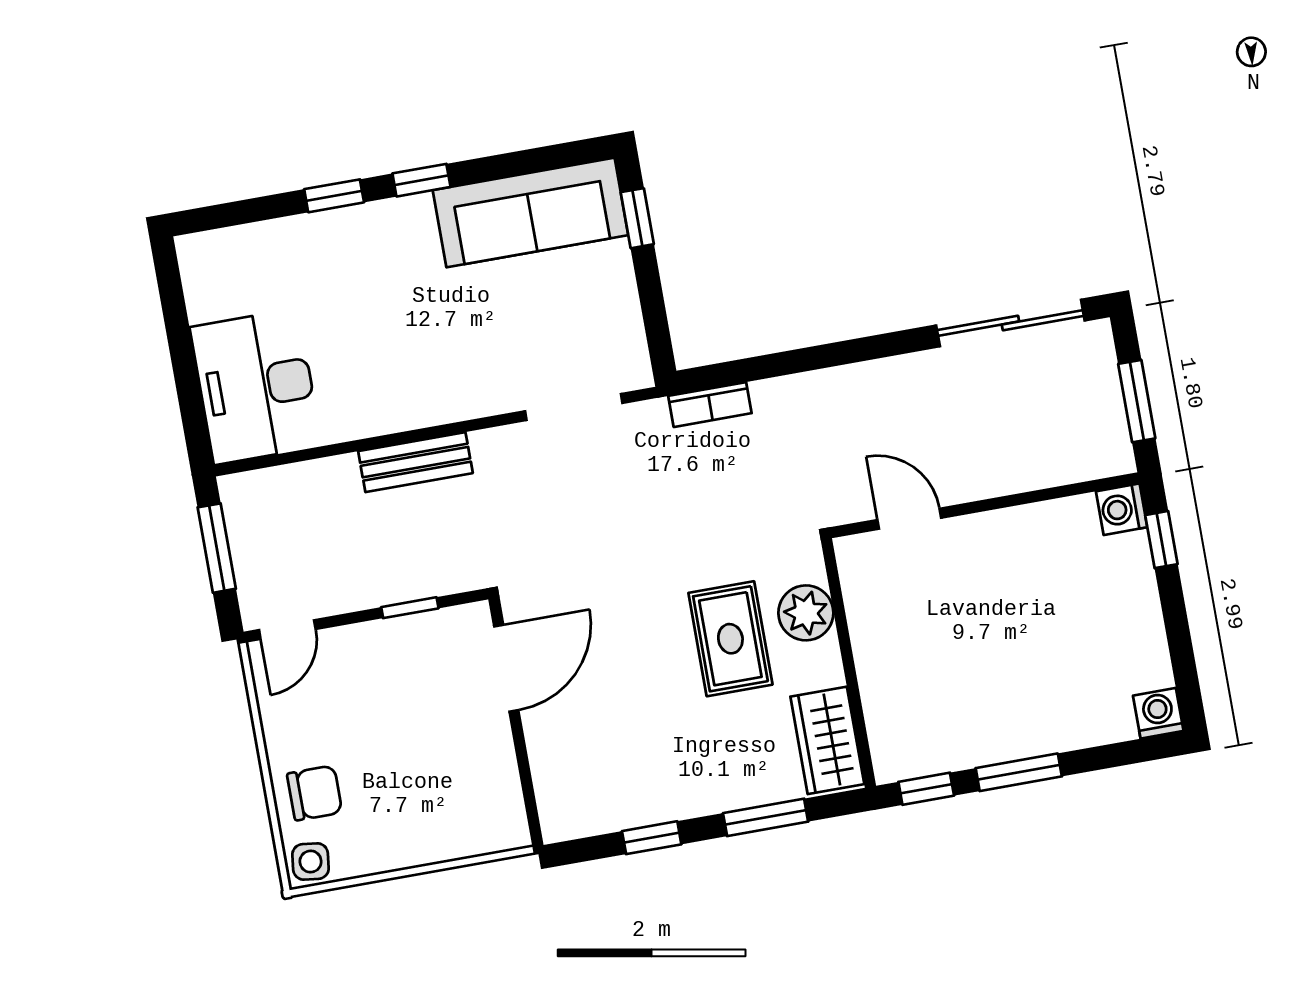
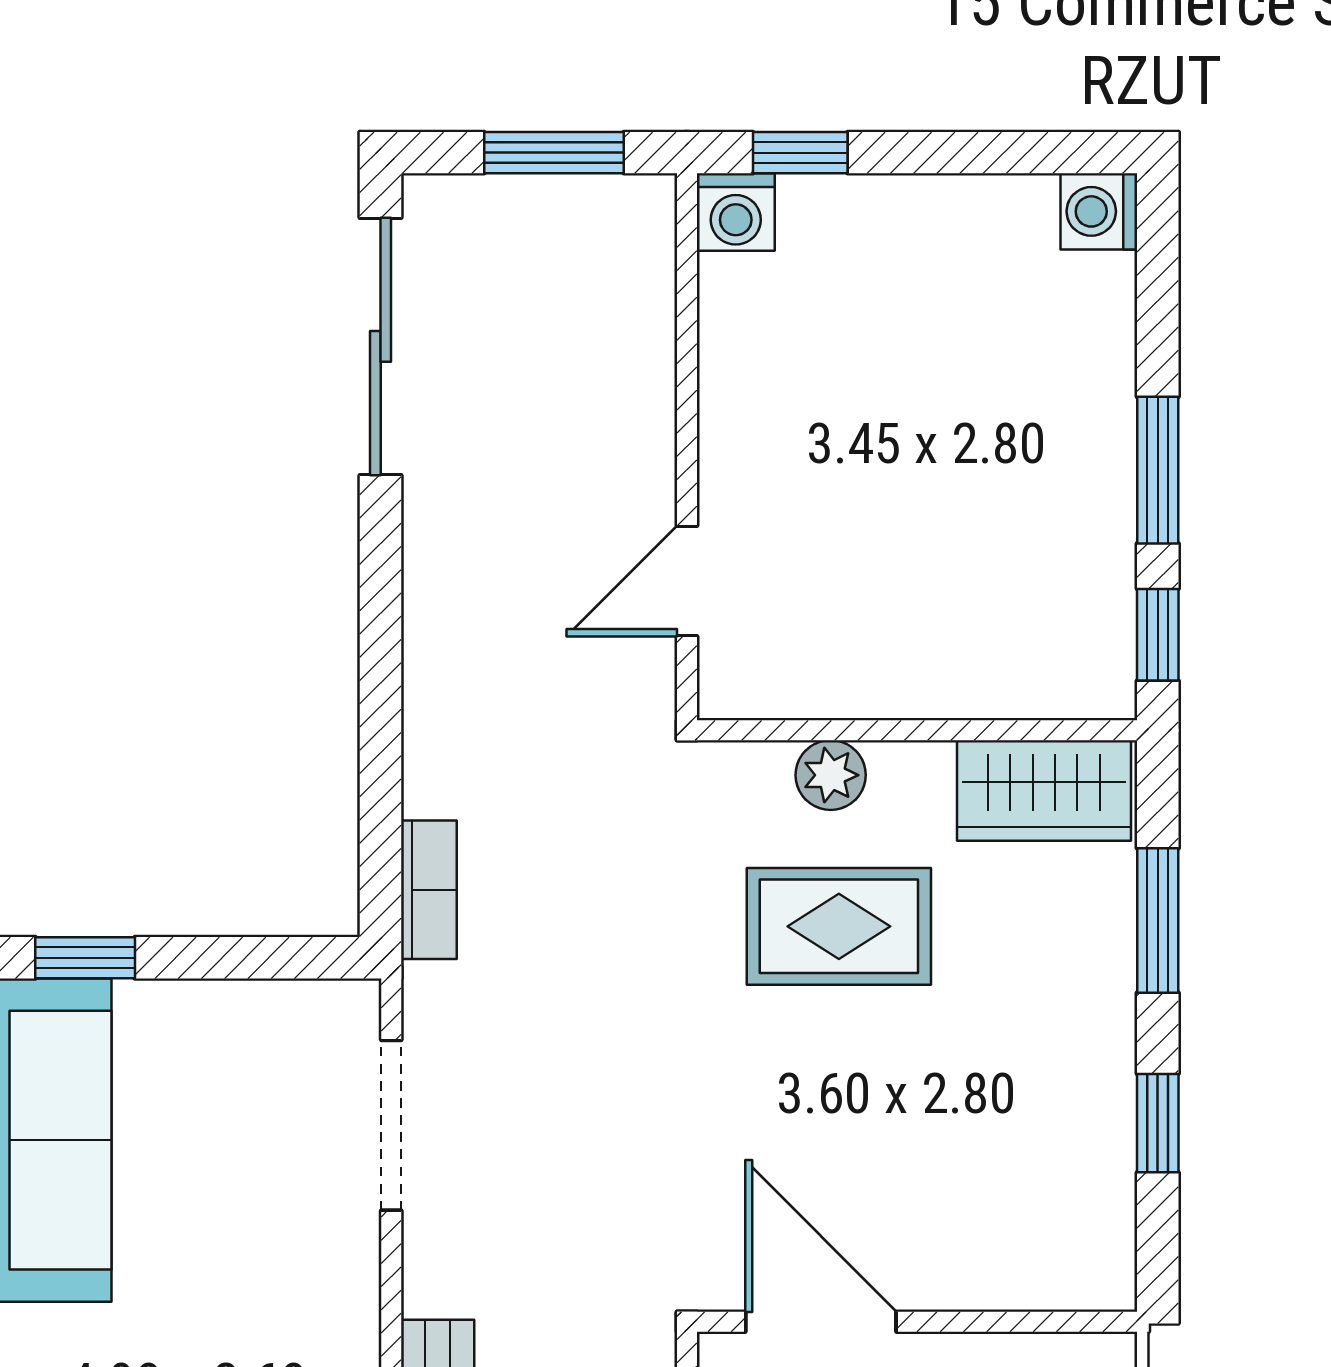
plant: (806, 613) -> (831, 775), width x0.73, depth x0.73

